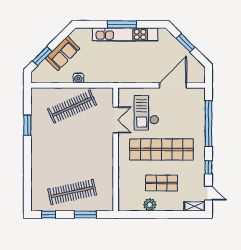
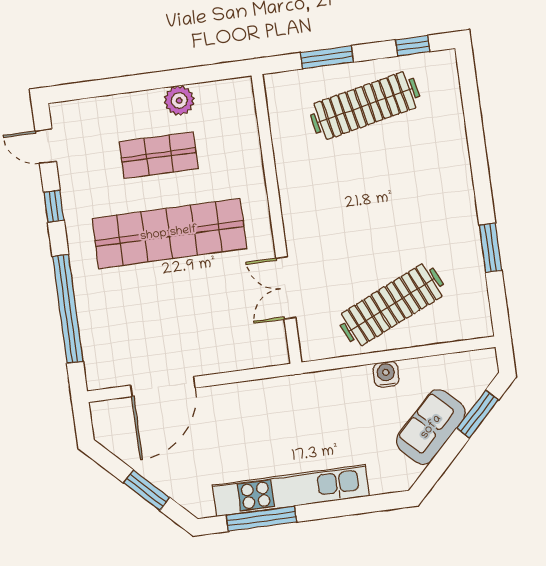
window: (122, 24) -> (261, 519), moved
checkout: (146, 113) -> (216, 315), removed
shelving: (194, 206) -> (74, 111), removed

